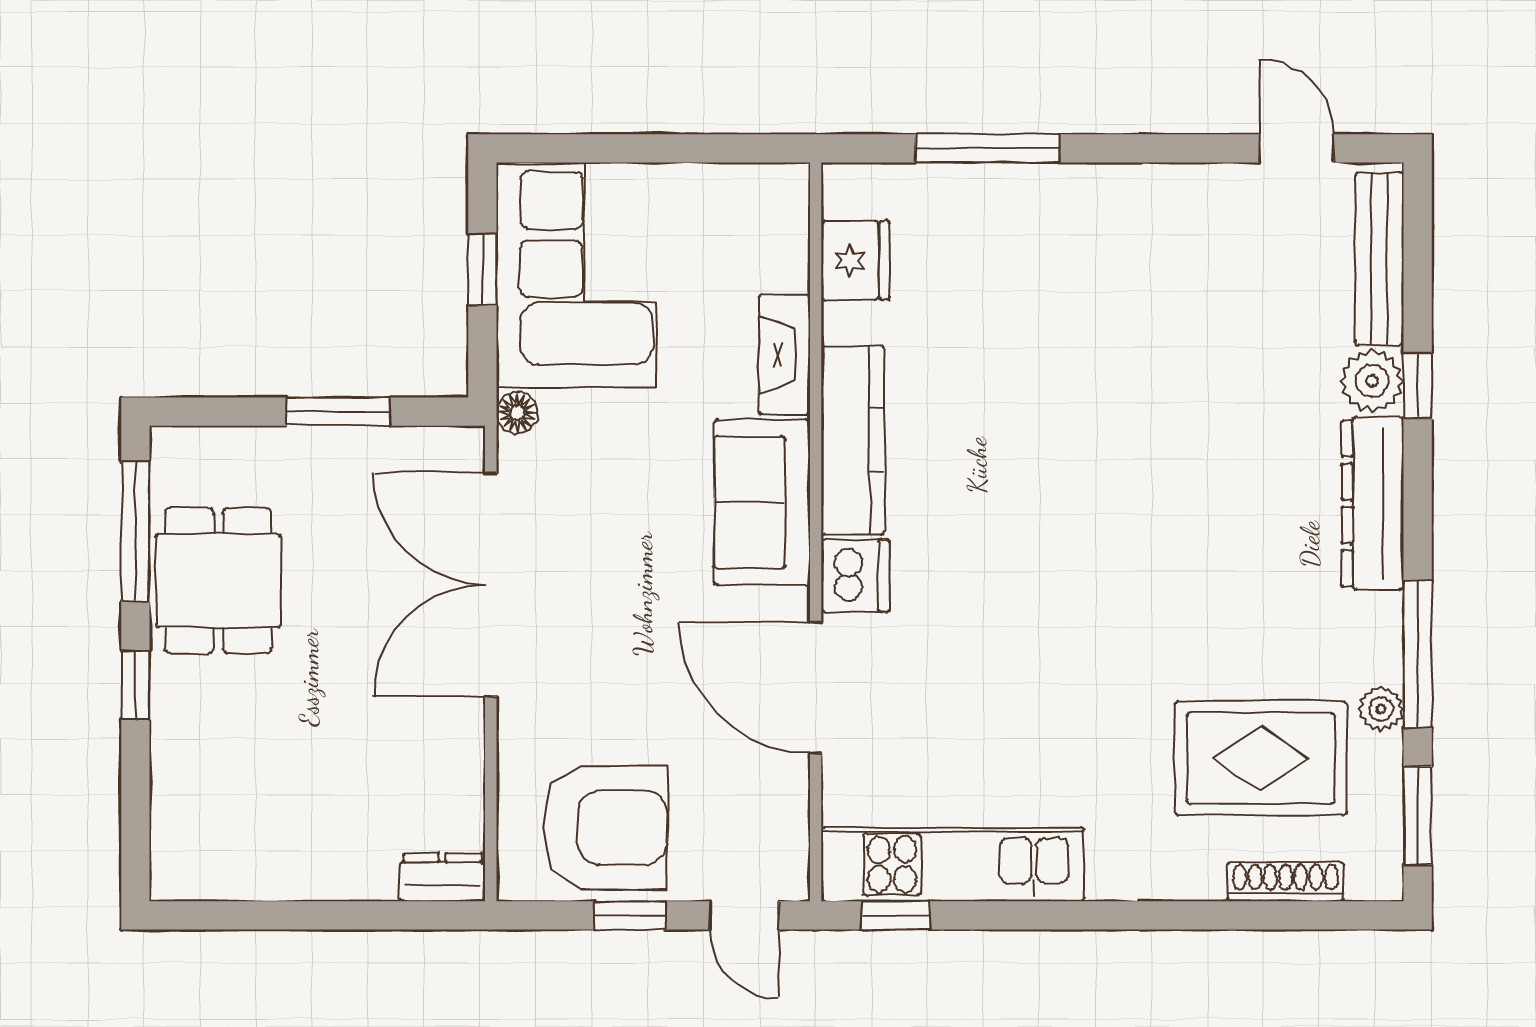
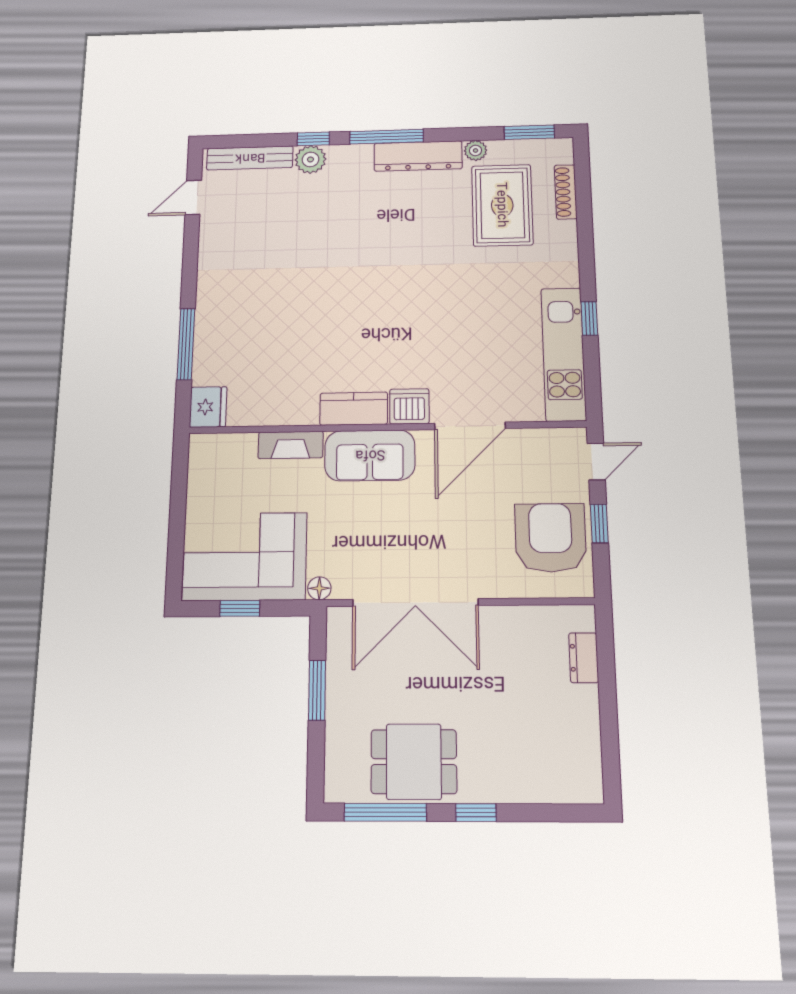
fridge: (855, 261) -> (208, 407), moved, turned 90
kitchen counter: (853, 440) -> (354, 409), width x0.67
dresser: (1373, 504) -> (418, 156), moved
window: (1418, 654) -> (386, 137), moved
dresser: (442, 877) -> (584, 658), moved
window: (896, 915) -> (589, 318), moved

